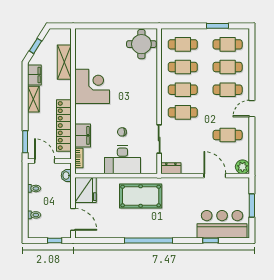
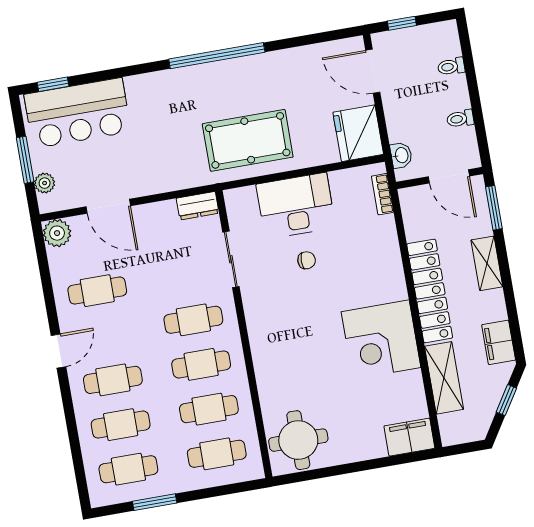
shelving: (33, 99) -> (487, 263), moved
locker: (64, 126) -> (430, 291), moved
filing cabinet: (83, 135) -> (409, 437), moved, turned 90
plant: (244, 192) -> (45, 183), added
window: (211, 240) -> (53, 84), moved

